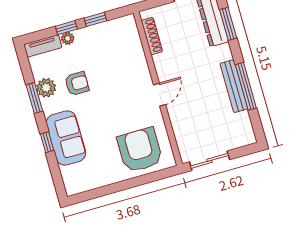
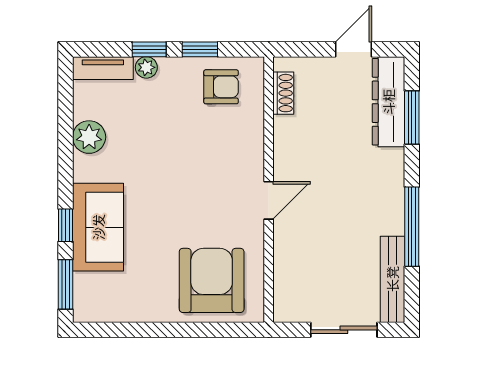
shoe rack: (152, 36) -> (283, 93), width x0.70
armchair: (77, 84) -> (221, 87), moved
bench: (234, 86) -> (392, 279), moved
window: (34, 98) -> (65, 284), moved
sliding door: (210, 161) -> (344, 330), moved

